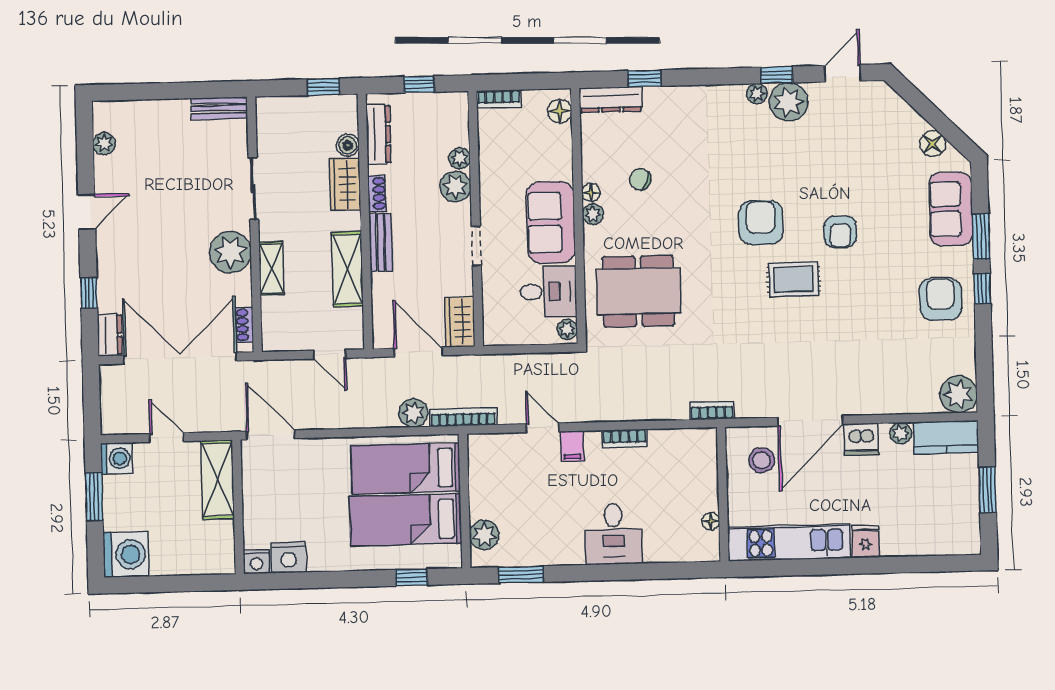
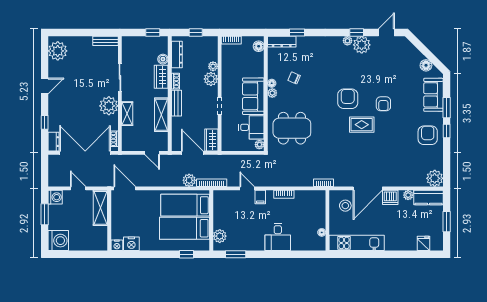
plant: (104, 143) -> (58, 51), width x1.88, depth x1.88
fridge: (866, 542) -> (424, 243), moved

